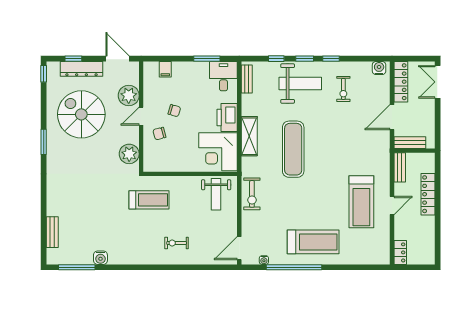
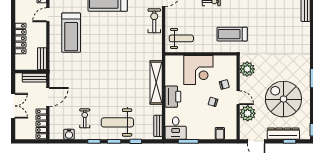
water cooler: (379, 68) -> (69, 134), moved
double door: (438, 82) -> (13, 106), moved
spiral stairs: (81, 114) -> (283, 99), turned 180
door: (141, 116) -> (238, 98), hinge flipped
shelving: (249, 136) -> (156, 83), width x1.47
exercise mat: (293, 149) -> (123, 73), removed
corner desk: (218, 152) -> (198, 70), moved, turned 90
weight bench: (216, 194) -> (181, 38), turned 90
exercise bike: (252, 194) -> (154, 21), moved
treadmill: (361, 202) -> (71, 33), turned 180
door: (392, 206) -> (48, 15), moved

